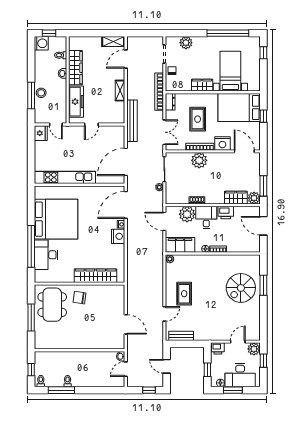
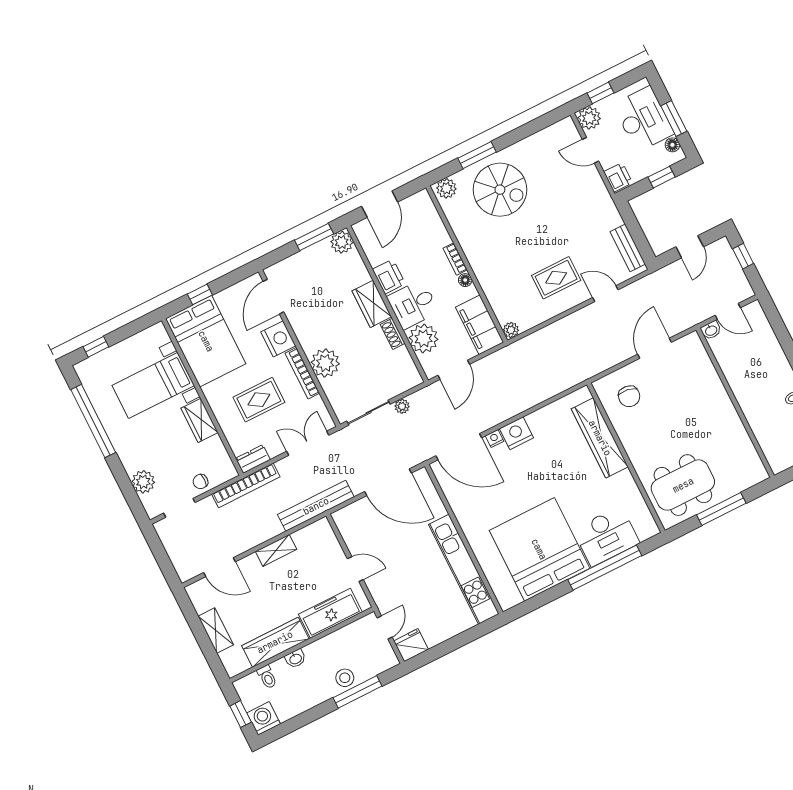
shelving: (113, 42) -> (216, 630), moved
wardrobe: (236, 198) -> (372, 304), moved
plant: (255, 262) -> (446, 188), added
chair: (80, 298) -> (629, 396), moved

